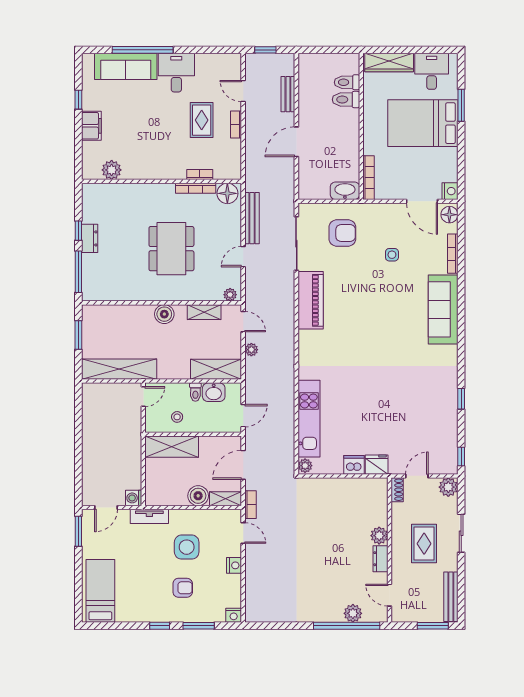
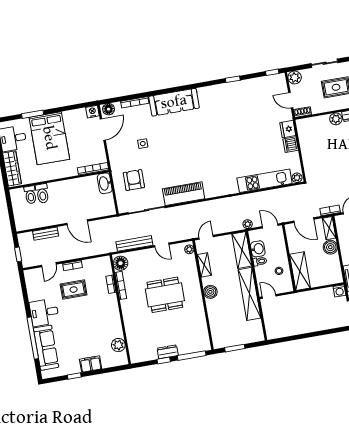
plant: (251, 350) -> (248, 224), moved
shelving: (119, 369) -> (249, 294), moved

